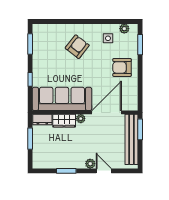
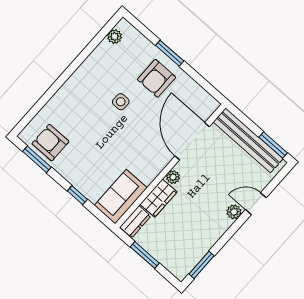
side table: (108, 38) -> (121, 102), moved
window: (140, 45) -> (170, 53), moved
armchair: (77, 47) -> (50, 143), moved, turned -38
sofa: (62, 99) -> (121, 197), width x0.54, depth x0.79
window: (140, 129) -> (273, 145), moved
window: (66, 171) -> (202, 265), moved

